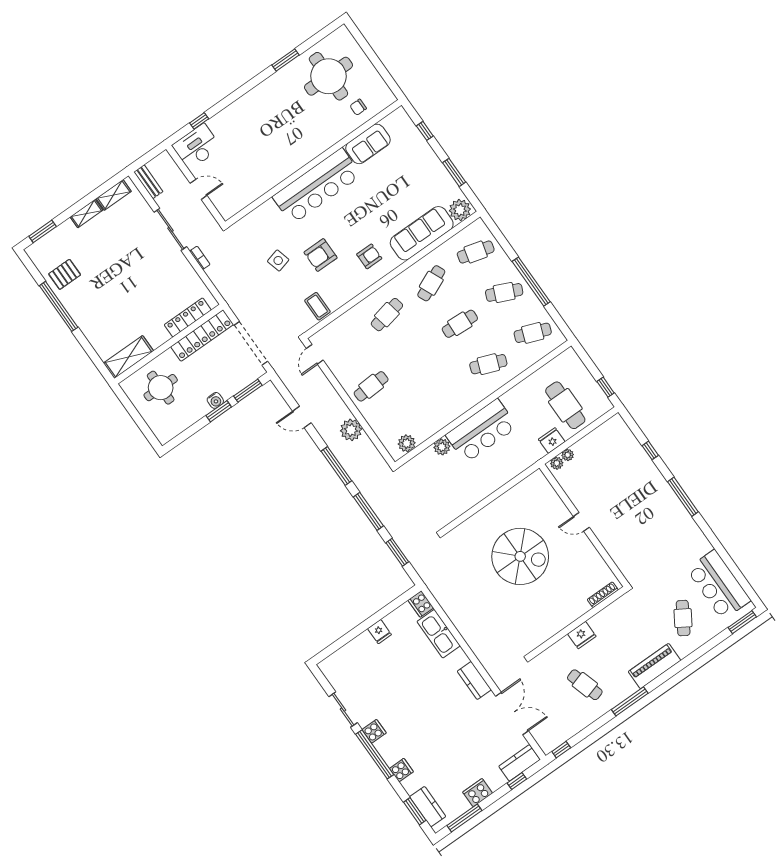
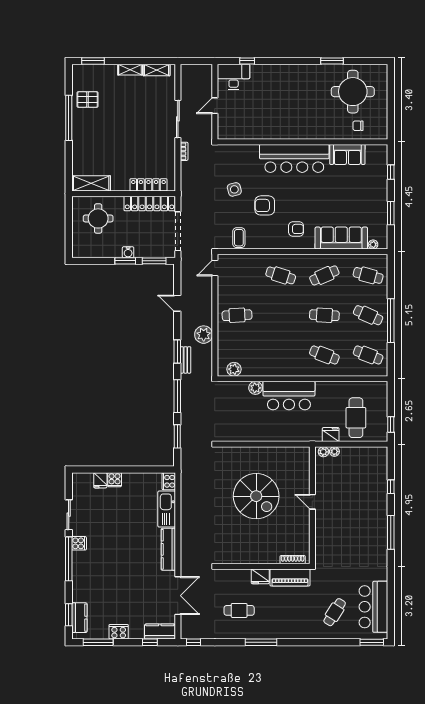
bench: (148, 182) -> (185, 360), moved
door: (199, 189) -> (215, 106), swing flipped
plant: (460, 210) -> (373, 245), width x0.53, depth x0.53
cafe table: (387, 315) -> (281, 275), turned 30
window: (336, 466) -> (177, 351), width x0.69
fridge: (379, 632) -> (100, 480), moved
piano: (654, 666) -> (290, 577), moved, turned 180
kitchen counter: (474, 681) -> (168, 549), width x1.50
cafe table: (585, 685) -> (239, 610), turned -73
cooker: (401, 770) -> (115, 480), moved, turned 90

